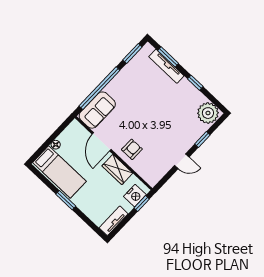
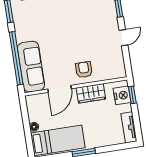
sofa: (97, 110) -> (31, 67), width x1.36
door: (102, 142) -> (60, 89), hinge flipped

